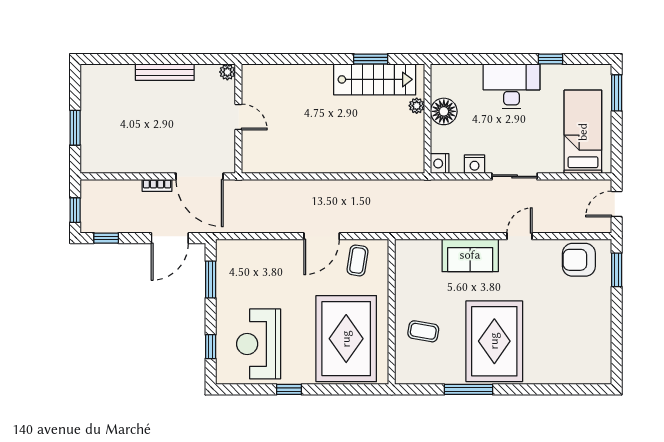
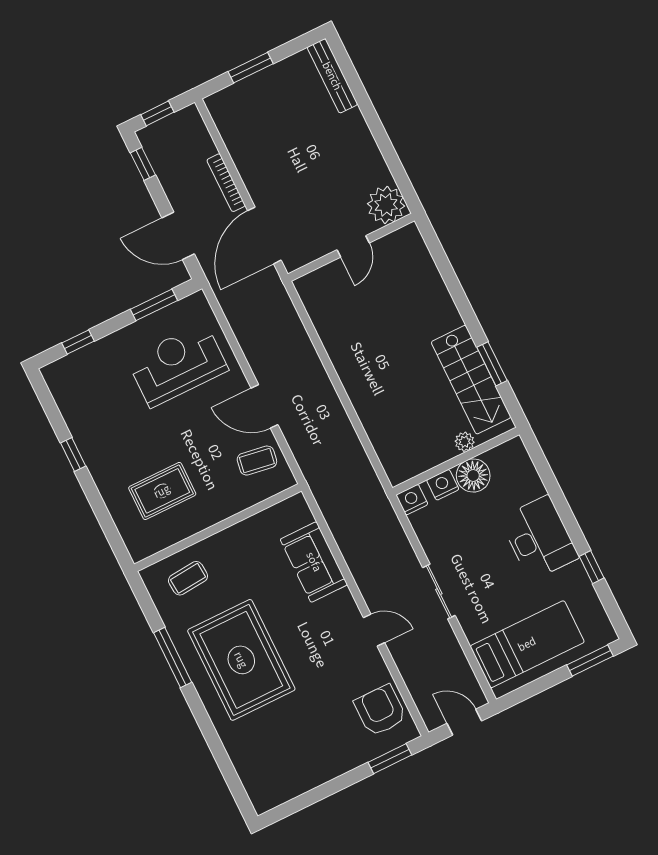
bench: (165, 72) -> (332, 76), moved
plant: (227, 72) -> (386, 205), width x1.88, depth x1.88
nightstand: (475, 164) -> (443, 485), moved, turned 90
bookcase: (157, 185) -> (226, 183), width x1.56
sofa: (470, 255) -> (314, 562), moved
coffee table: (423, 331) -> (188, 578), moved, turned 75
rug: (346, 339) -> (162, 491), width x0.54, depth x0.49
rug: (494, 341) -> (241, 660), turned 90
reception desk: (259, 344) -> (178, 365), moved

